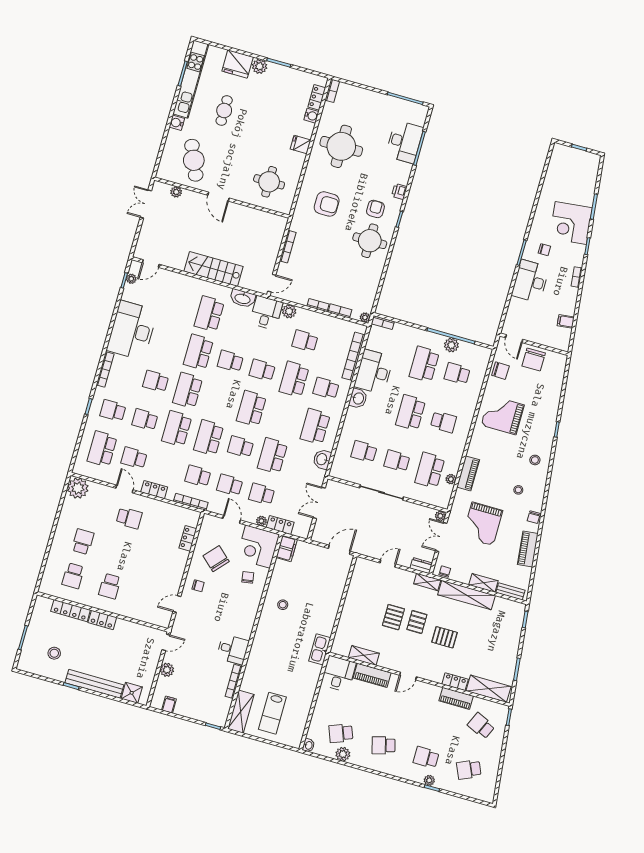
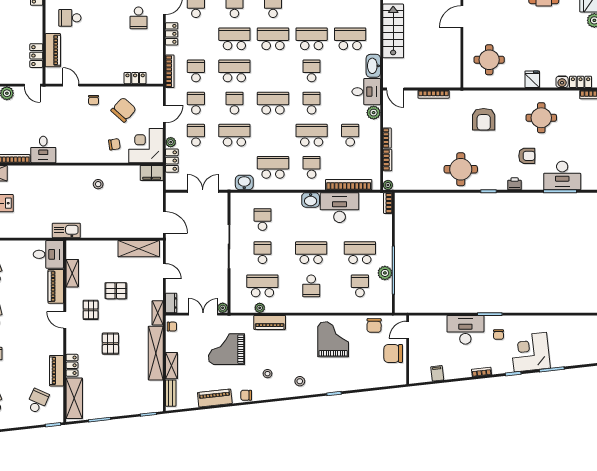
round table: (341, 146) -> (541, 118), width x0.73, depth x0.73
armchair: (375, 209) -> (527, 156), moved
shelving: (358, 583) -> (139, 249), added
piano: (137, 612) -> (53, 50), added
locker: (102, 620) -> (36, 56), moved
pallet: (417, 622) -> (91, 310), moved, turned 90

